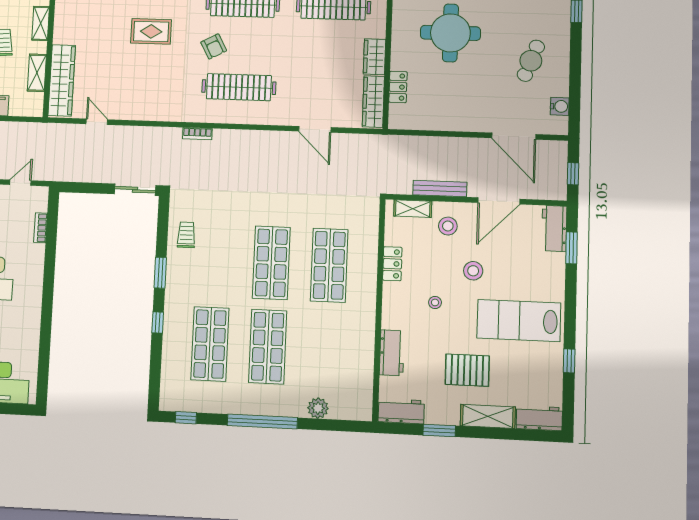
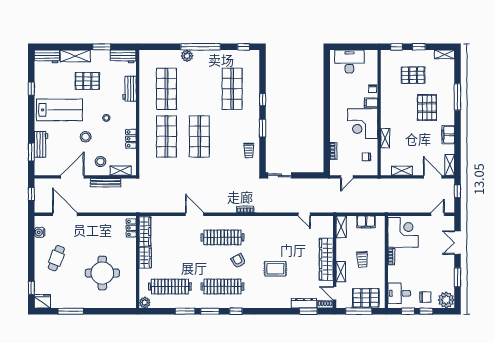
shelving: (37, 73) -> (341, 227), moved
wardrobe: (62, 80) -> (326, 259), moved
locker: (398, 87) -> (131, 228), moved
door: (315, 129) -> (195, 214), moved
workbench: (554, 228) -> (41, 144), moved
shop shelf: (268, 347) -> (166, 89), moved
plant: (318, 408) -> (187, 56), moved

